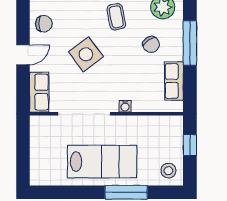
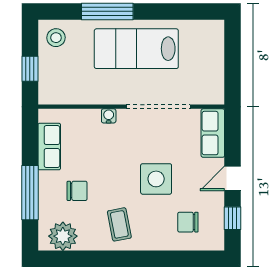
window: (23, 22) -> (233, 218), added
chair: (44, 24) -> (188, 222), moved
chair: (151, 44) -> (77, 191), turned 123
side table: (86, 54) -> (156, 179), turned 37

